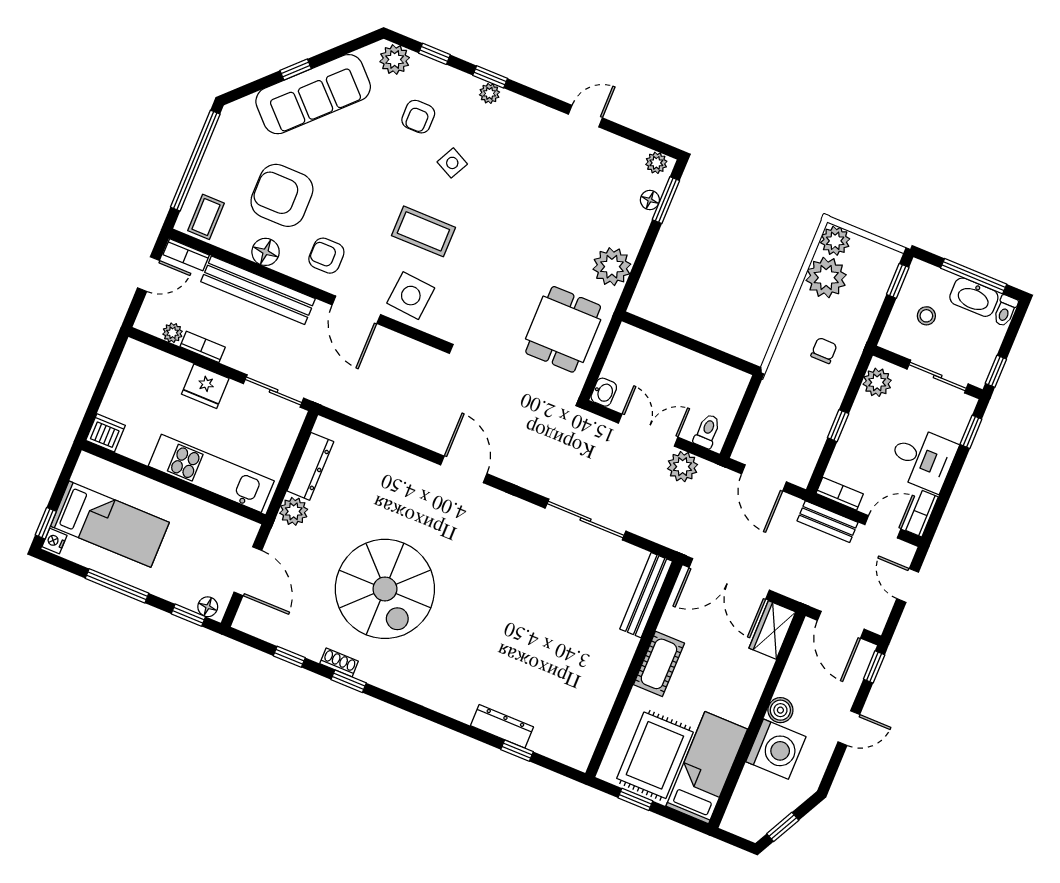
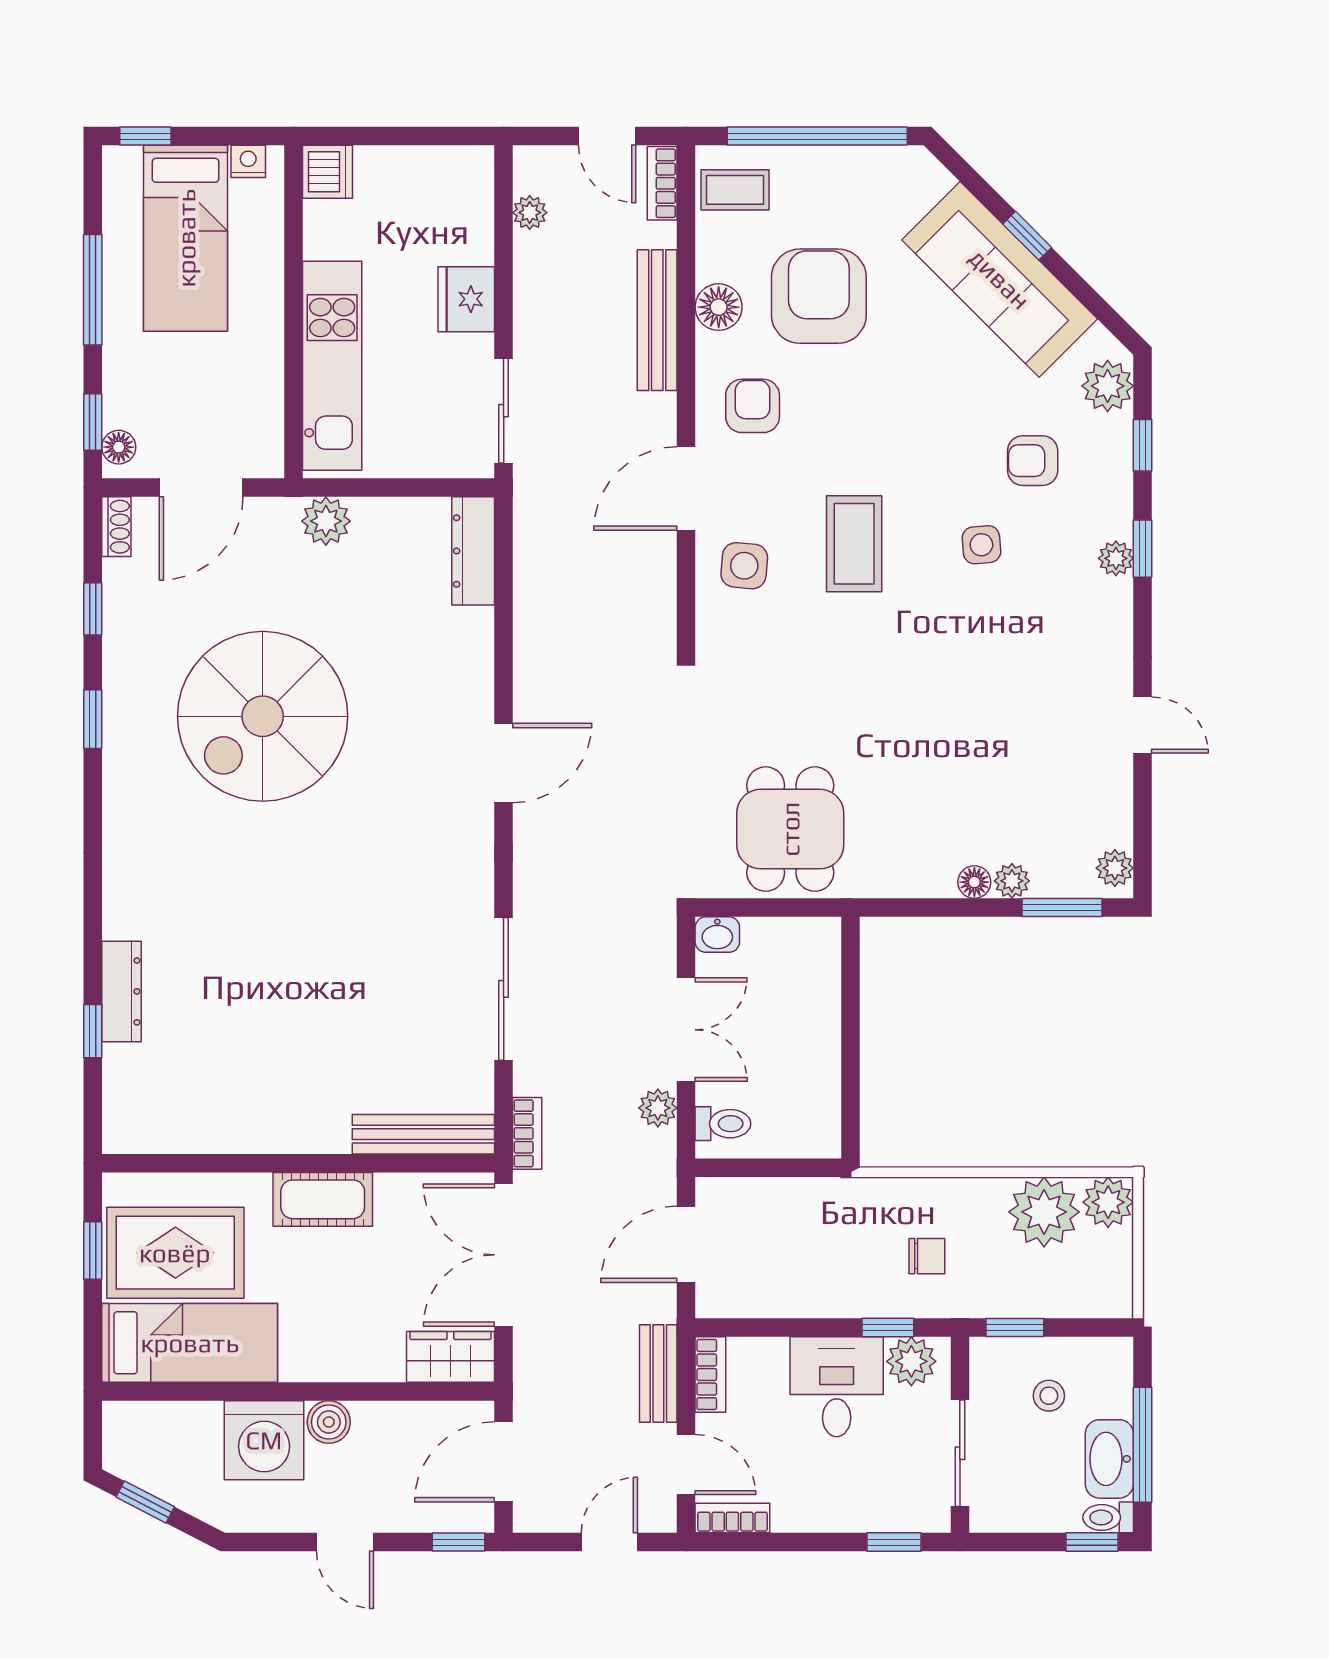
side table: (452, 163) -> (981, 545), turned -32
floor lamp: (650, 200) -> (974, 882), moved
plant: (612, 267) -> (1012, 881), moved, width x0.53, depth x0.53
window: (898, 281) -> (1015, 1328), moved
bench: (258, 290) -> (657, 320), width x0.73, depth x0.82
side table: (411, 296) -> (744, 566), width x0.73, depth x0.73
dining table: (563, 329) -> (790, 829), turned 90
bookcase: (203, 347) -> (527, 1133), moved
window: (996, 371) -> (1092, 1542), moved
window: (838, 426) -> (888, 1328), moved
desk: (922, 459) -> (837, 1387), moved, turned 180
dresser: (310, 466) -> (473, 551), moved, turned 90
plant: (683, 467) -> (658, 1108), width x0.73, depth x0.73
nightstand: (54, 541) -> (248, 161), moved
shoe rack: (339, 662) -> (116, 527), moved

